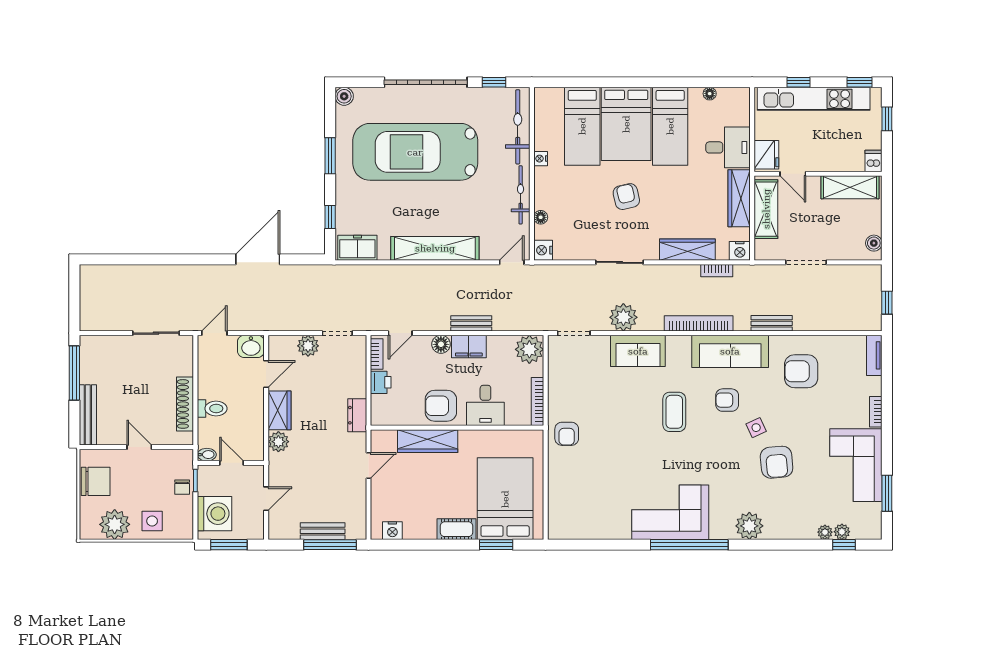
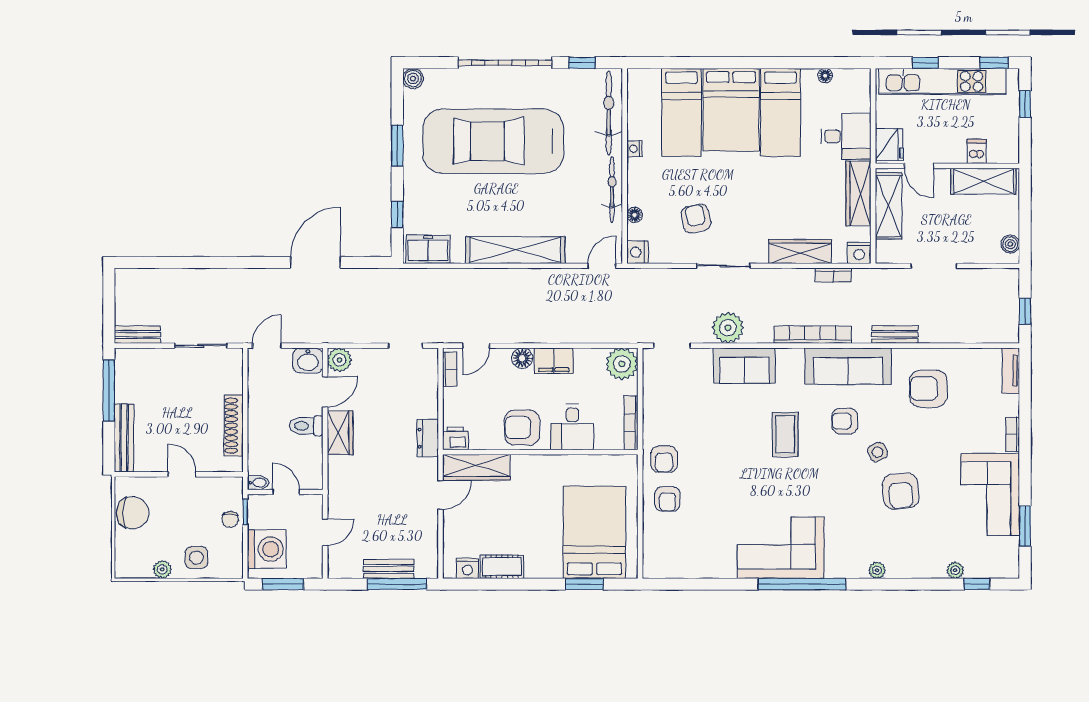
dishwasher: (874, 161) -> (977, 152), moved
armchair: (626, 197) -> (696, 219), moved
bench: (471, 323) -> (137, 335), moved
plant: (308, 346) -> (339, 360), moved
printer: (381, 382) -> (455, 438), moved, turned -90
toilet: (212, 408) -> (306, 426), moved, turned 180
wardrobe: (428, 441) -> (476, 467), moved
plant: (278, 442) -> (339, 468), removed
armchair: (570, 469) -> (667, 499), added
plant: (115, 524) -> (162, 569), width x0.53, depth x0.53
plant: (749, 526) -> (877, 570), width x0.53, depth x0.53
cot: (456, 529) -> (502, 567), moved
plant: (842, 532) -> (974, 570), removed

